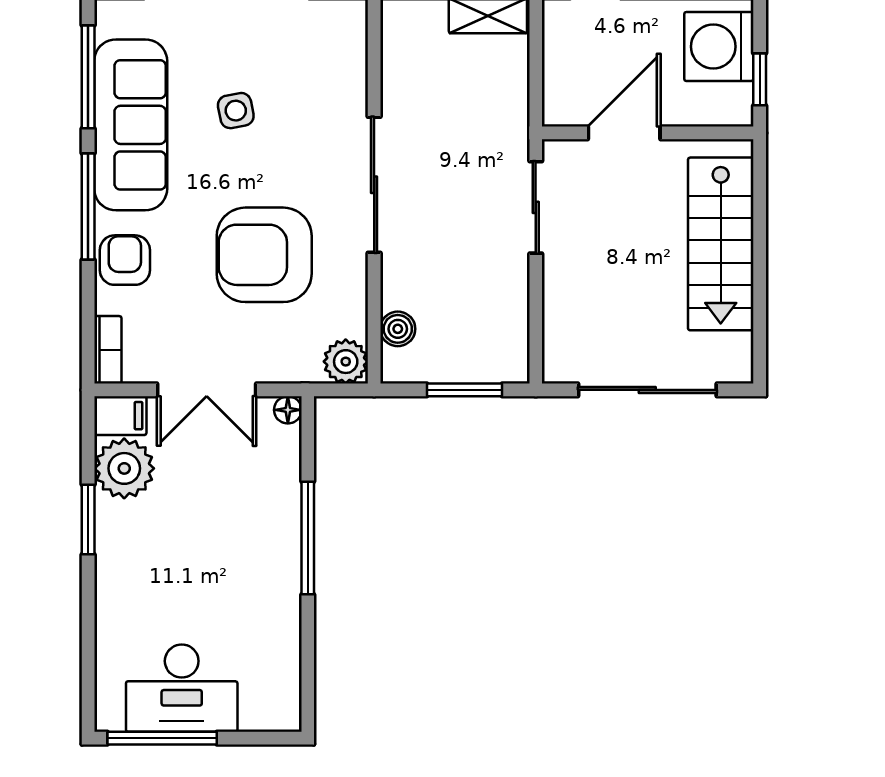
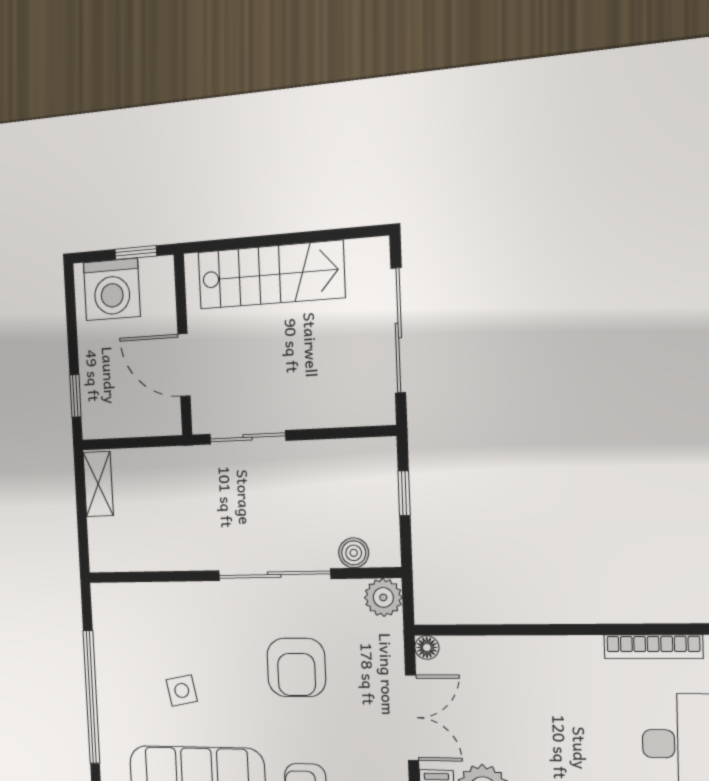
sliding door: (374, 185) -> (274, 575), moved
armchair: (264, 255) -> (296, 668), width x0.73, depth x0.73
window: (464, 390) -> (404, 493), width x0.67
window: (308, 538) -> (541, 630), removed
bookcase: (288, 658) -> (653, 647), added

